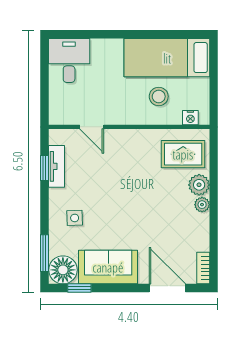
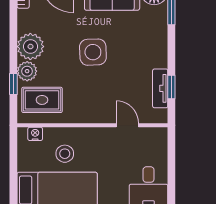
window: (214, 171) -> (13, 84), added
plant: (202, 205) -> (30, 47), width x1.88, depth x1.88
side table: (75, 218) -> (93, 52), moved, width x1.87, depth x1.87

